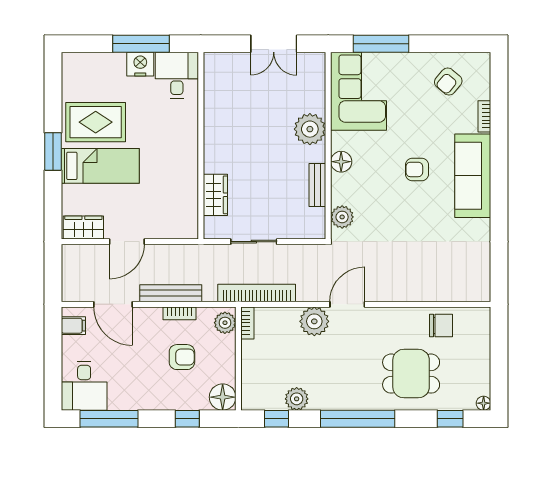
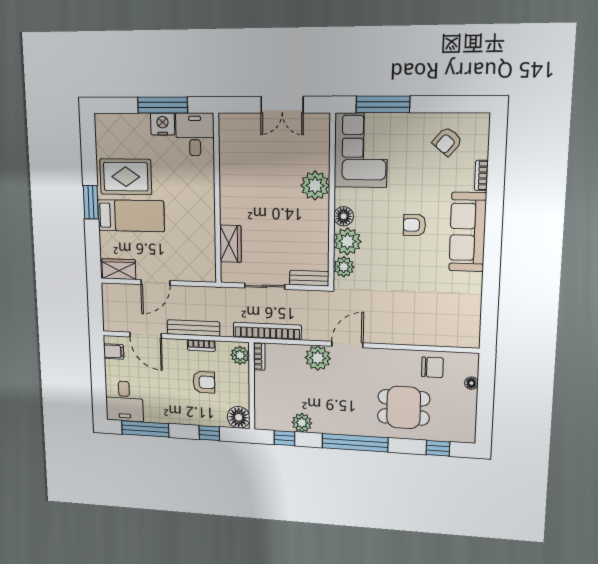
bench: (317, 185) -> (309, 278), moved, turned 90
plant: (346, 189) -> (347, 241), added
floor lamp: (484, 403) -> (471, 383), moved

